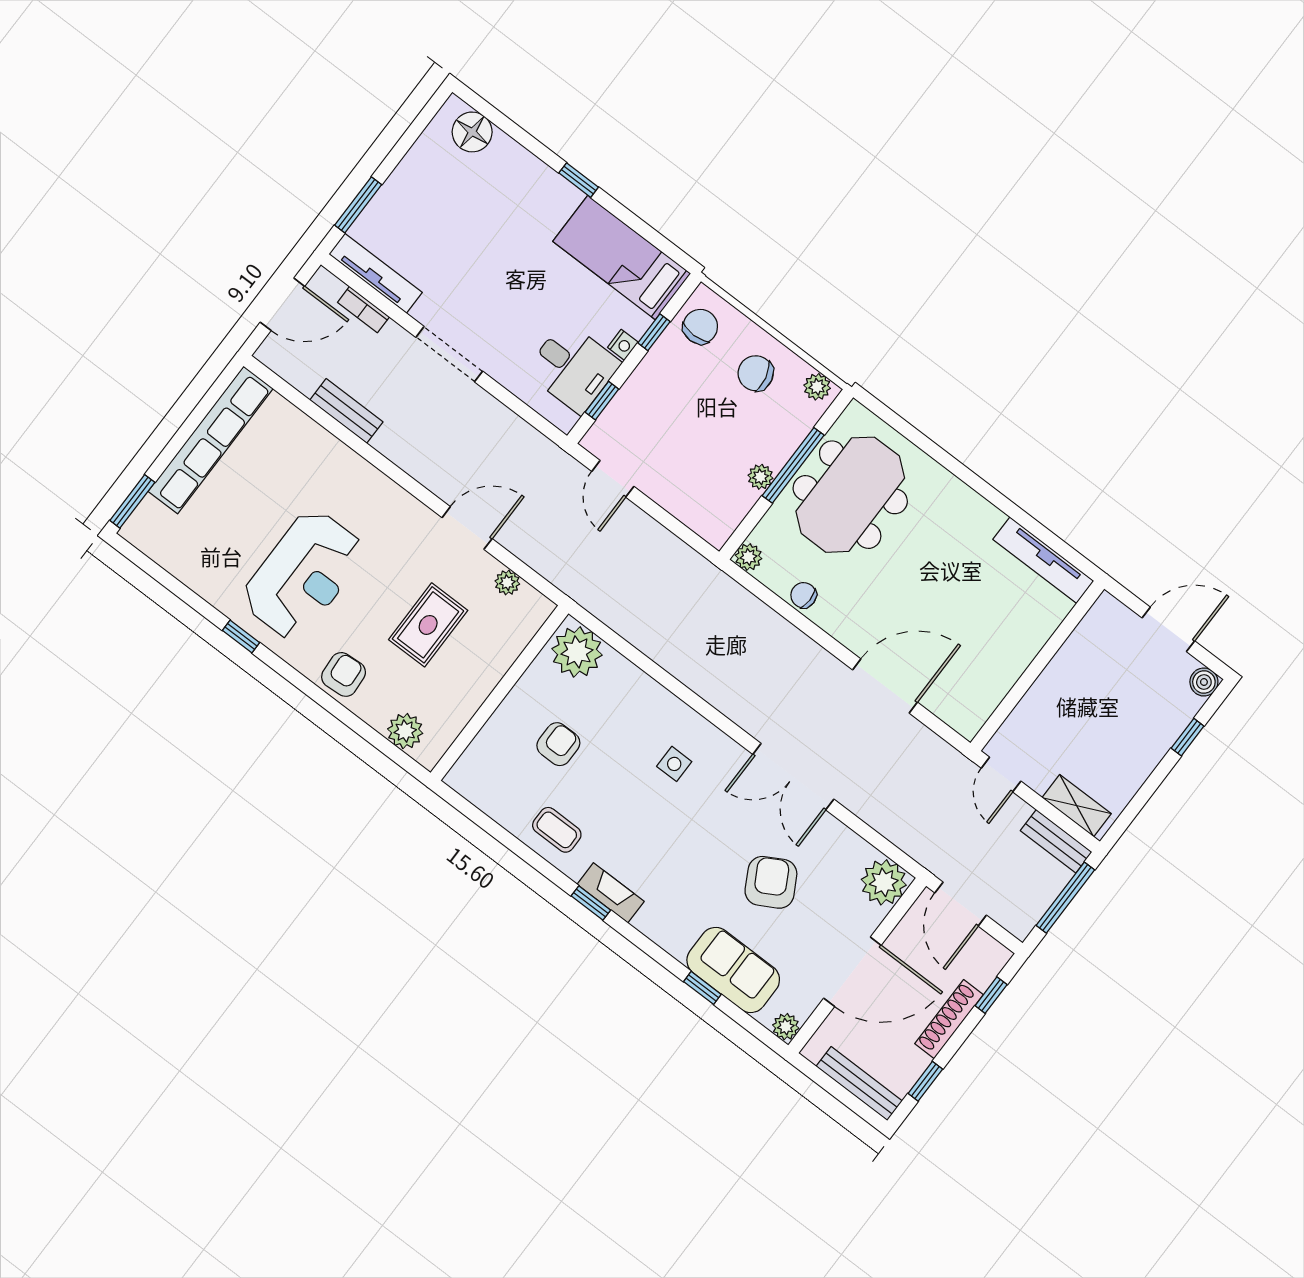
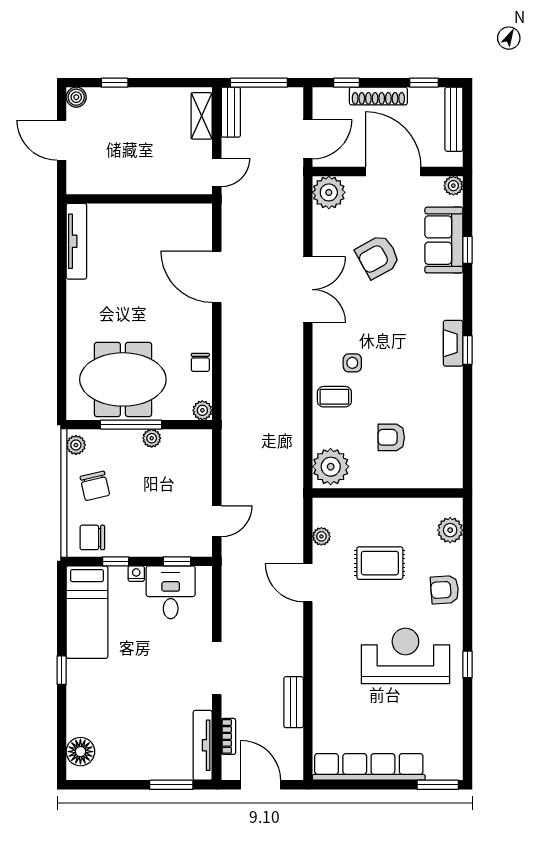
coffee table: (557, 830) -> (334, 397), moved, turned 90

